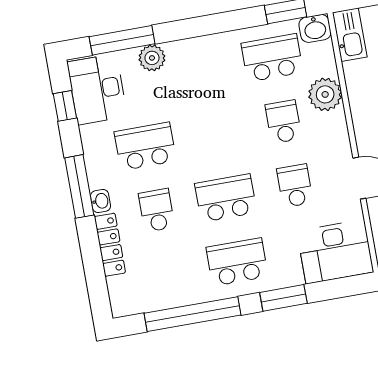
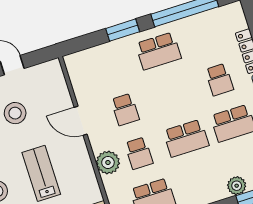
plant: (325, 94) -> (108, 162), moved
school desk: (226, 198) -> (186, 138), moved
desk: (335, 252) -> (91, 67), removed

